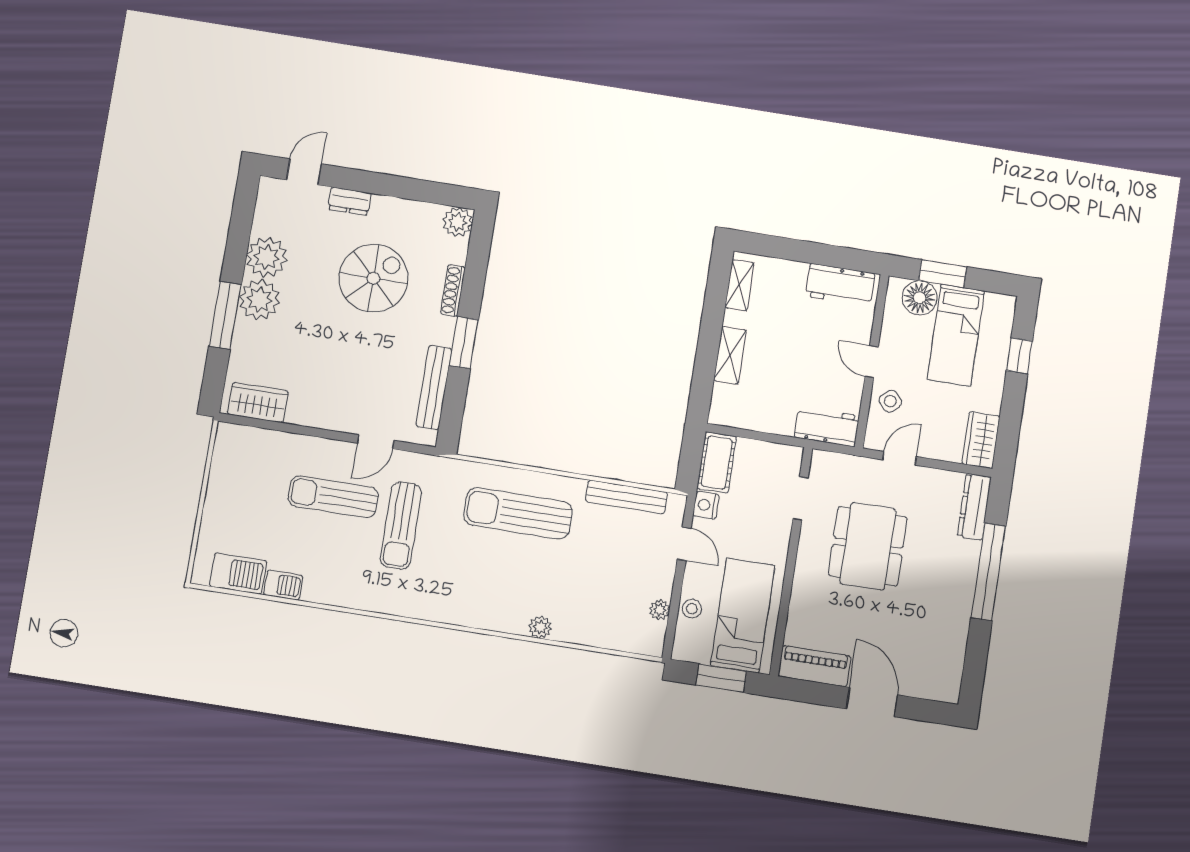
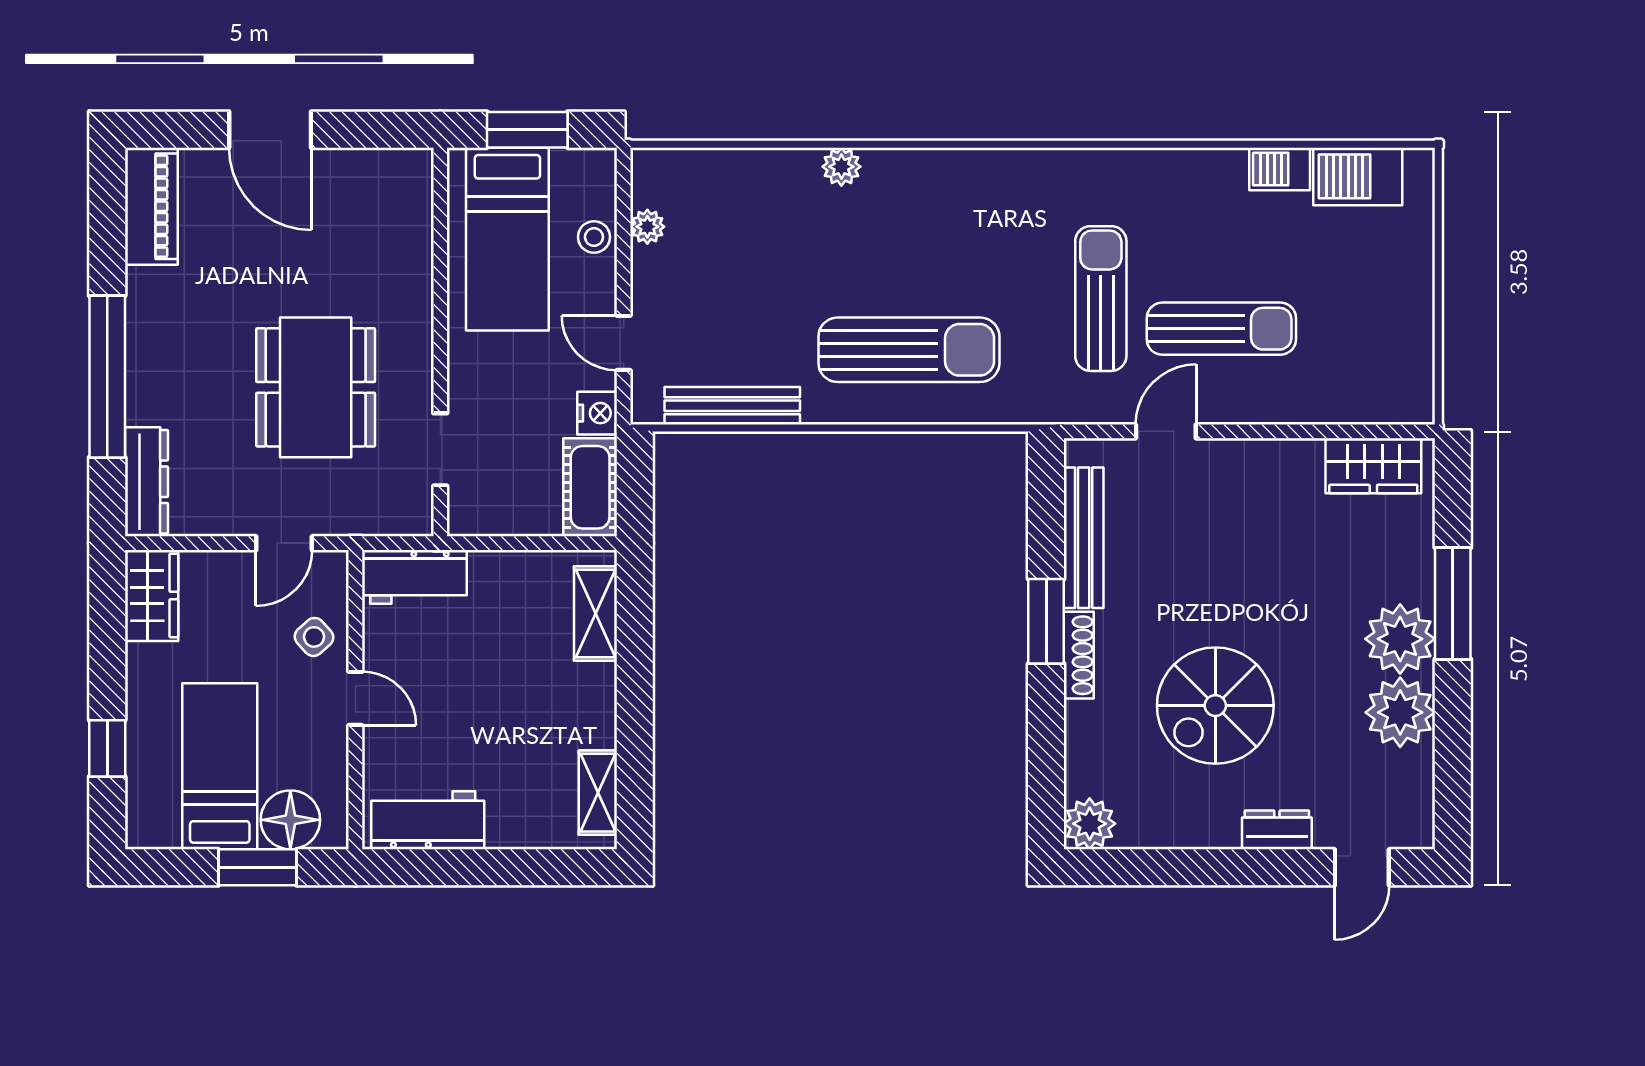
shoe rack: (453, 290) -> (1079, 655), moved
shelving: (730, 355) -> (596, 613), moved
piano: (814, 666) -> (151, 206), moved, turned -90

